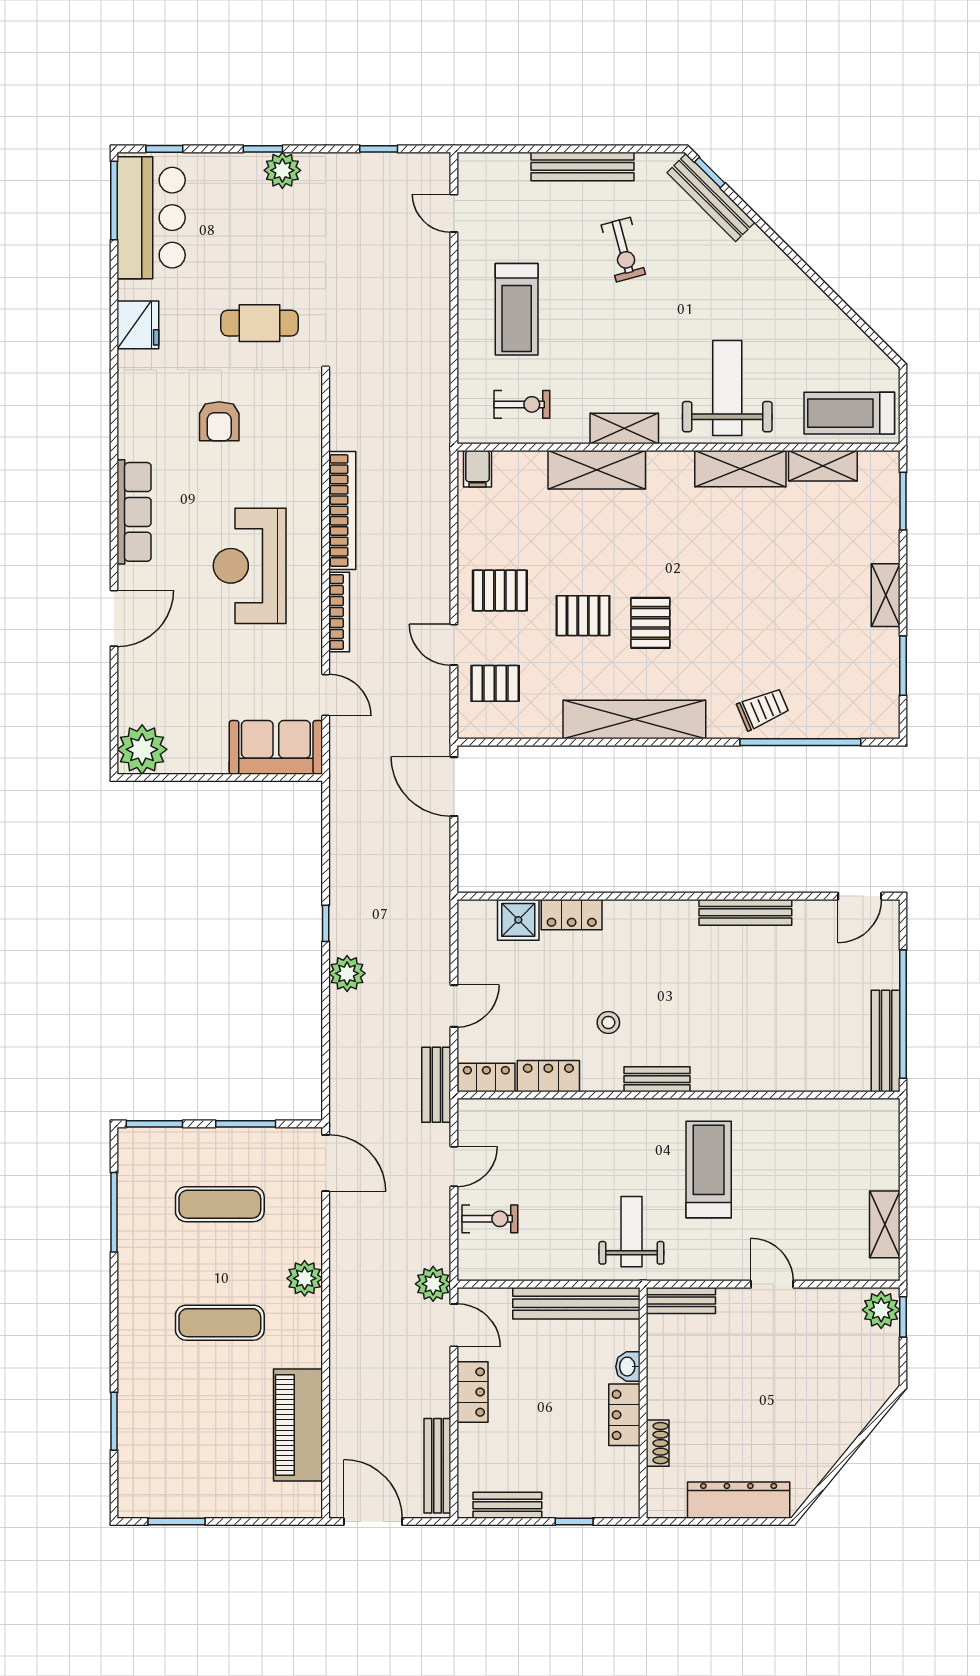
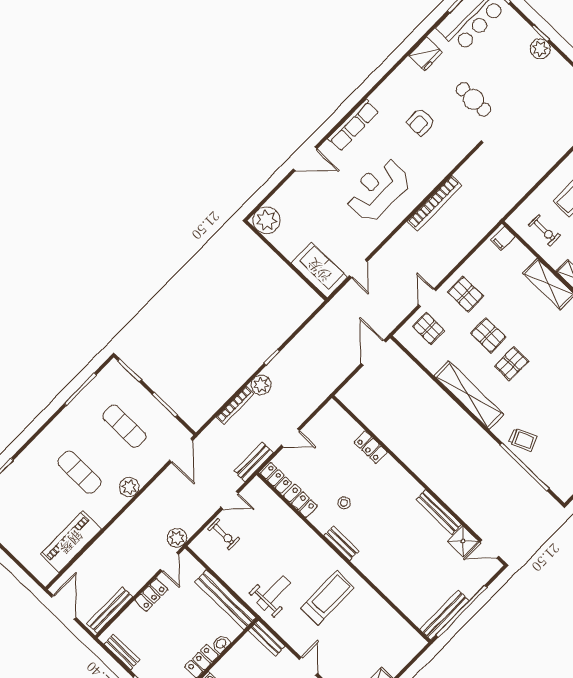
bookcase: (339, 612) -> (235, 405), moved
shower: (518, 920) -> (463, 541), moved

